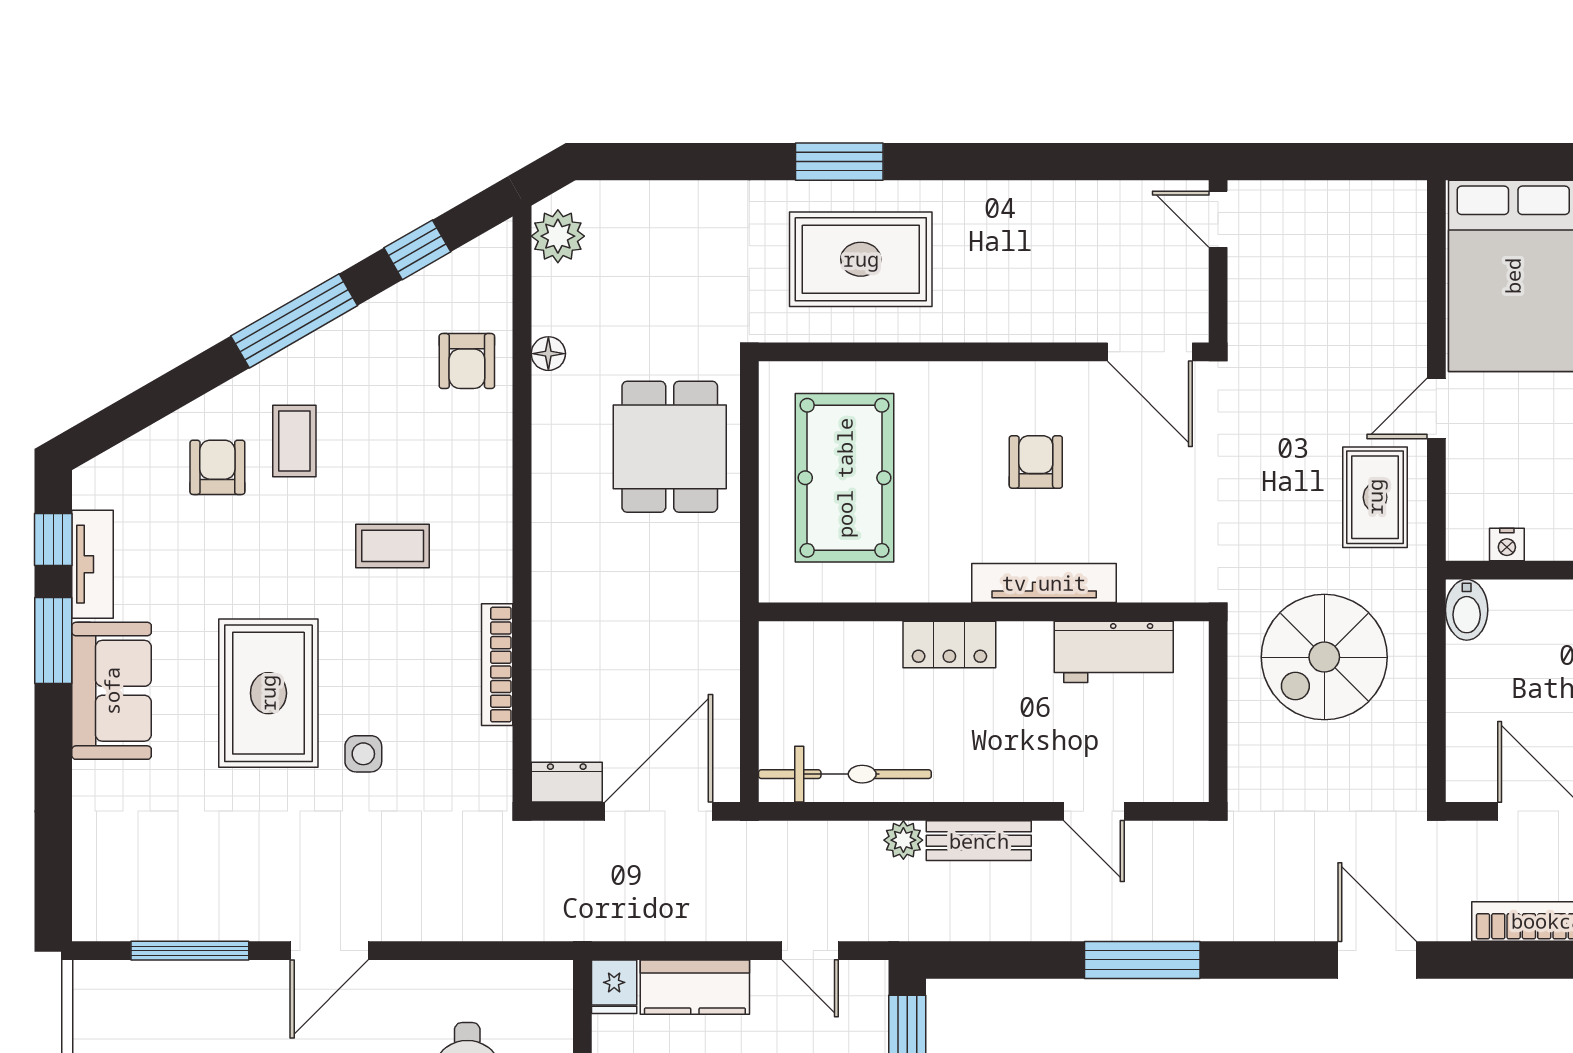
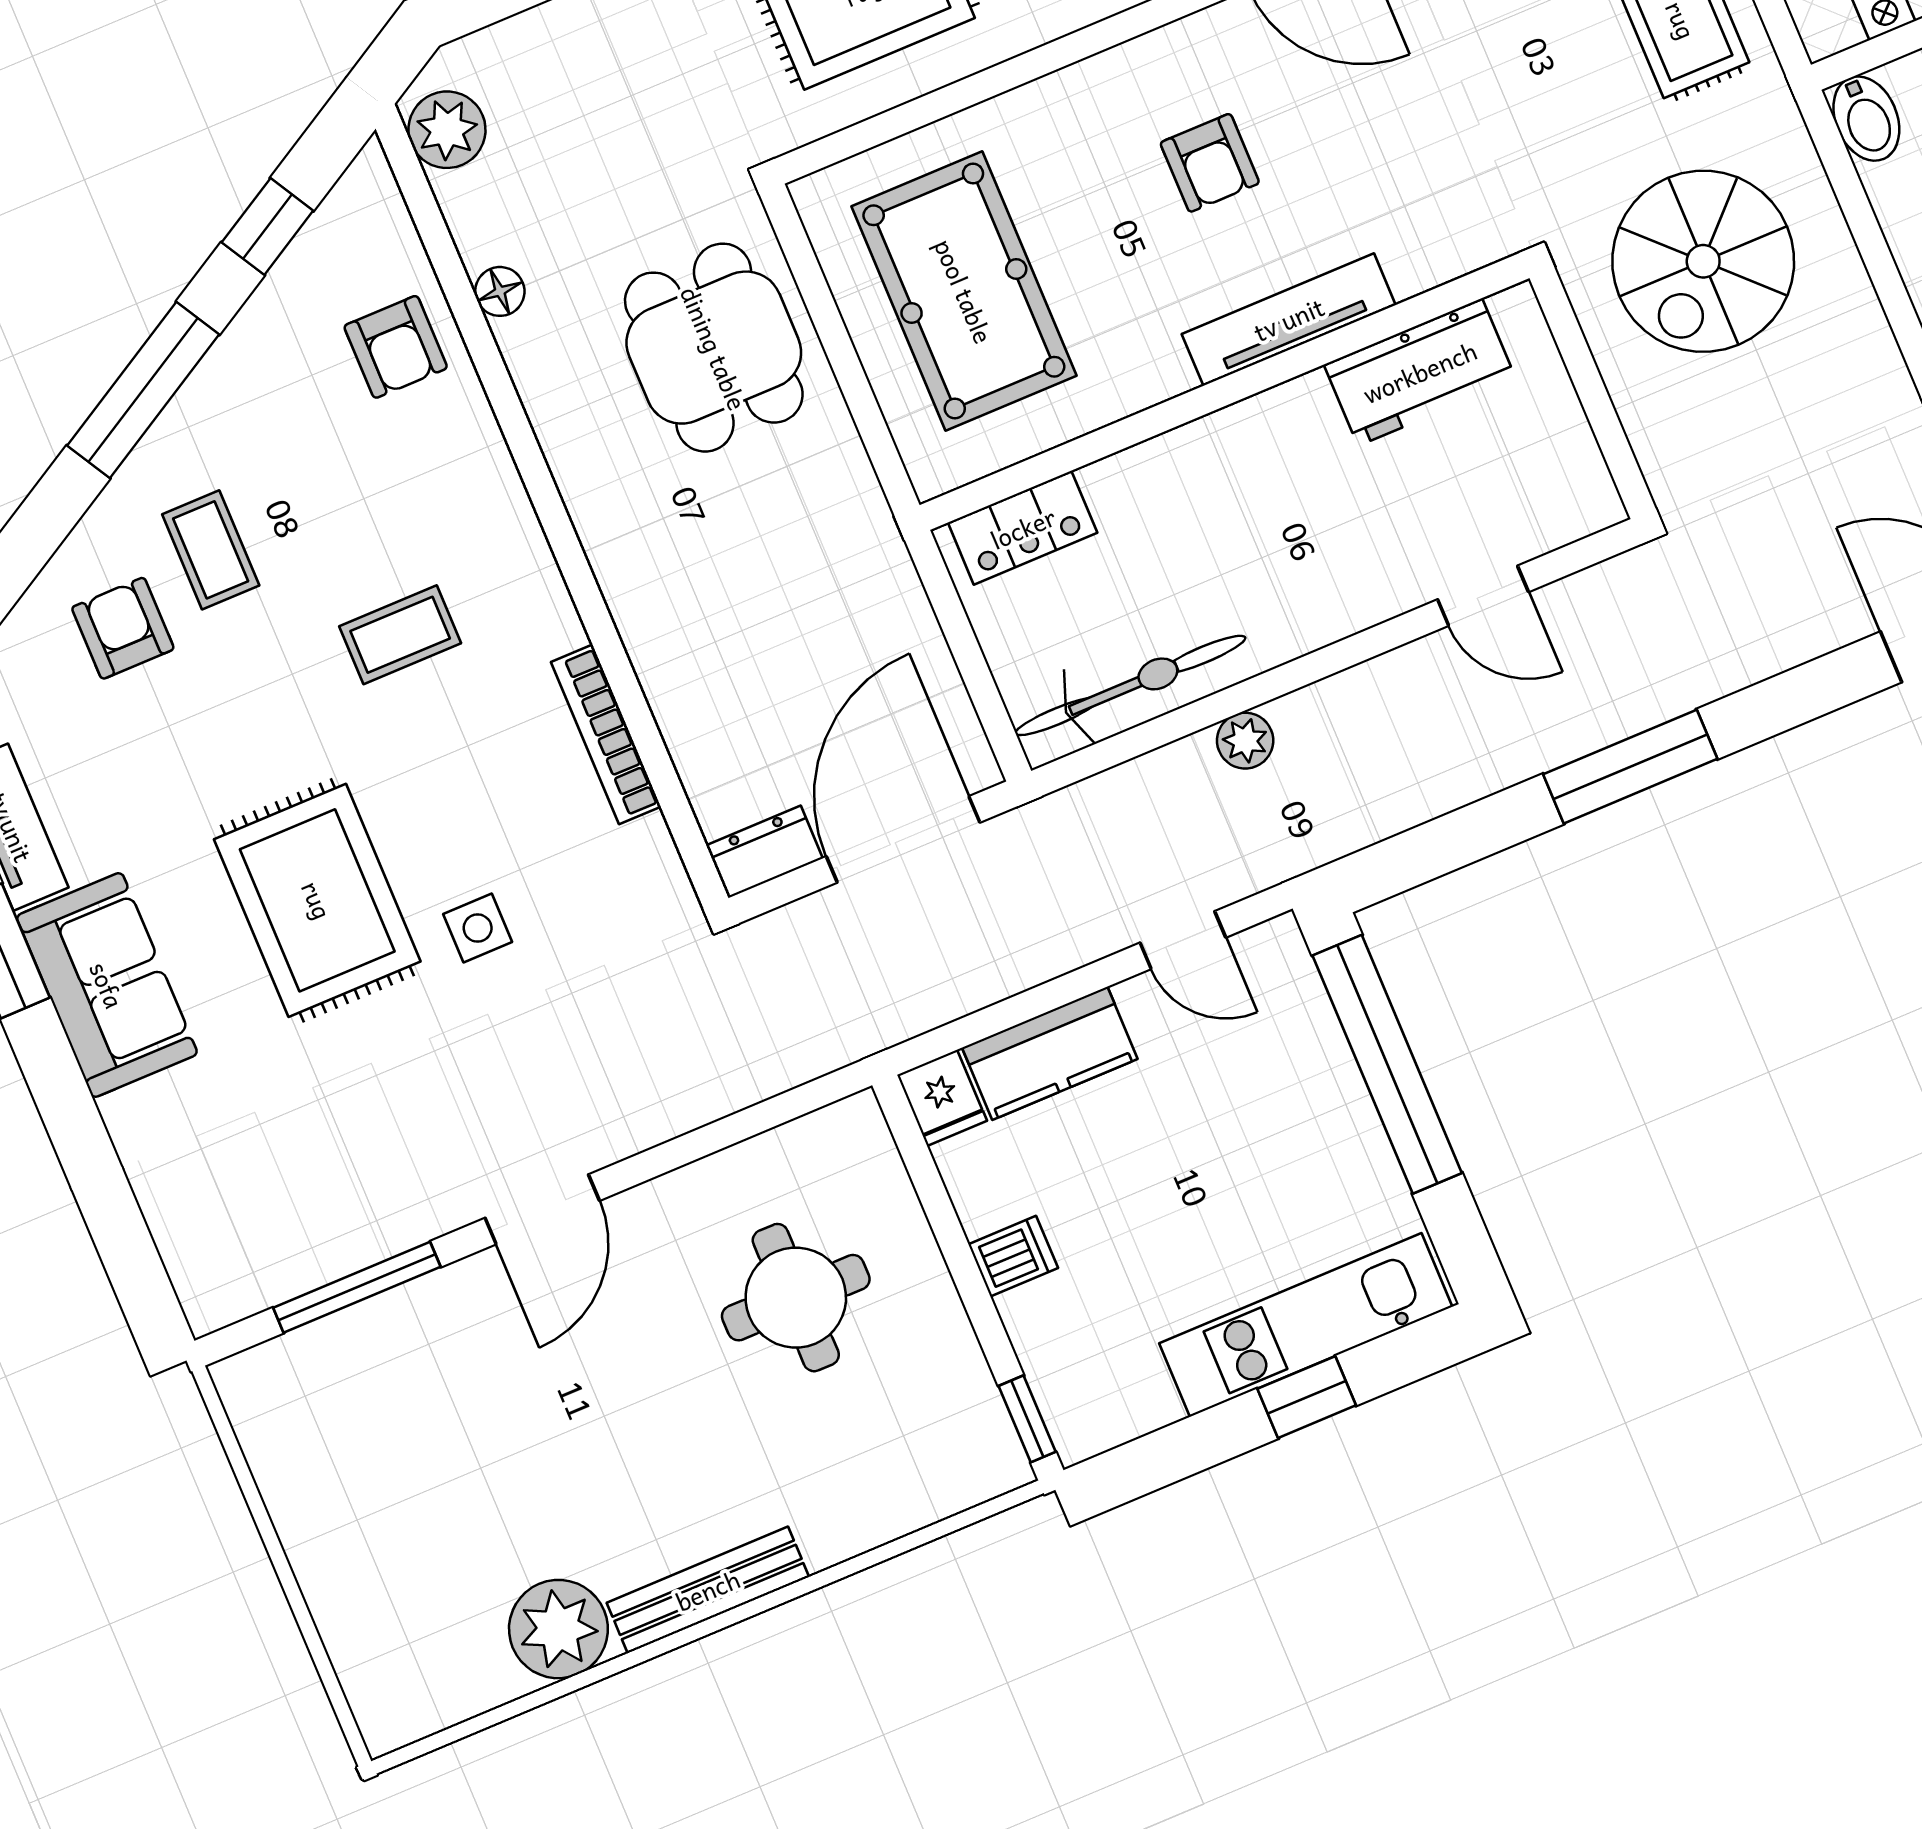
armchair: (1036, 462) -> (1210, 163), turned 180
locker: (949, 645) -> (1023, 528), moved
bench: (979, 841) -> (1346, 699), removed

